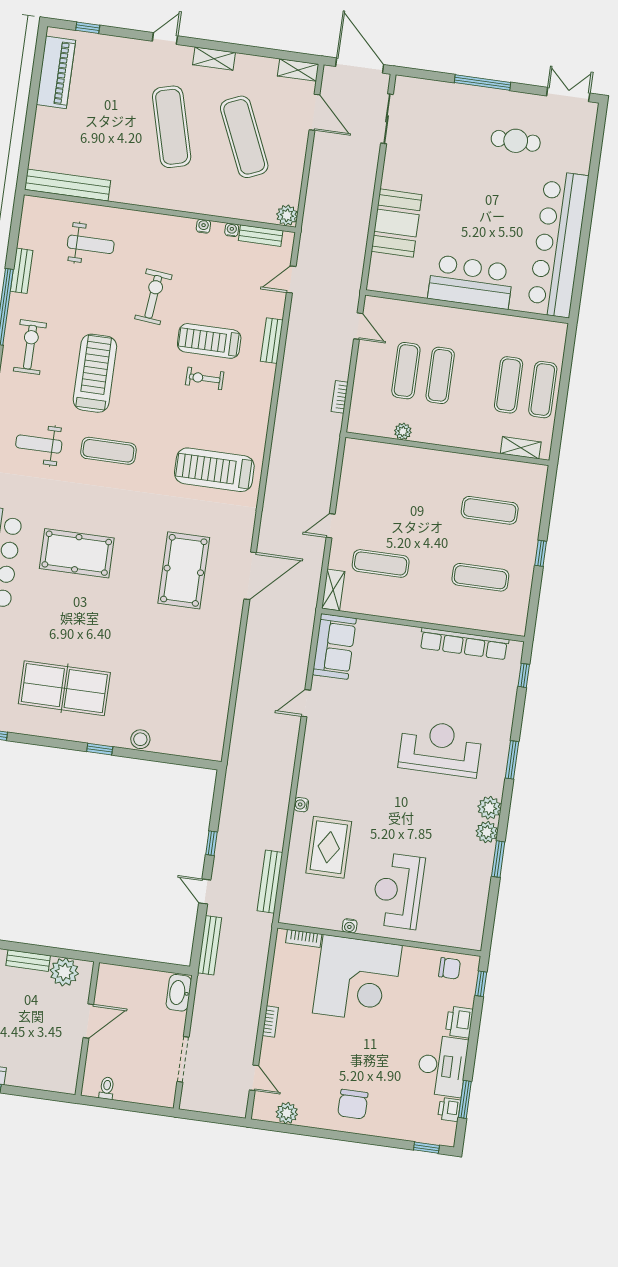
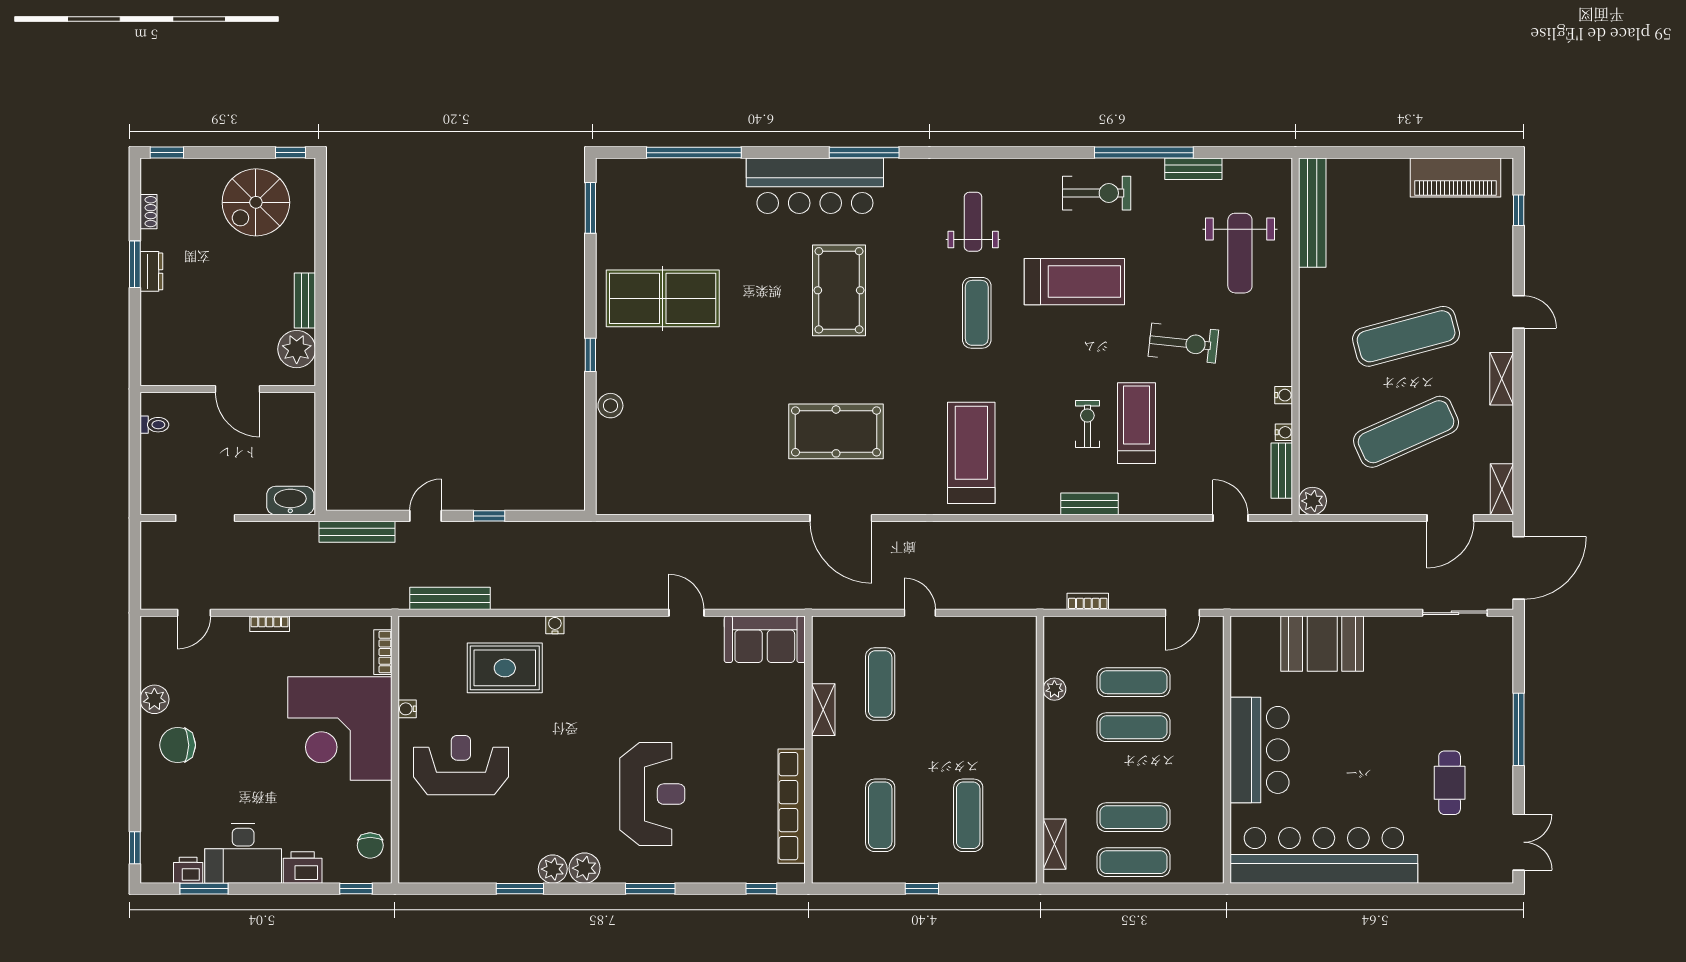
weight bench: (91, 244) -> (1240, 253), width x1.36, depth x1.33
bench: (272, 341) -> (1089, 504), moved
shelving: (333, 590) -> (823, 710), moved, turned 90
table tennis table: (64, 688) -> (663, 298), turned 90
plant: (287, 1113) -> (154, 699), moved

